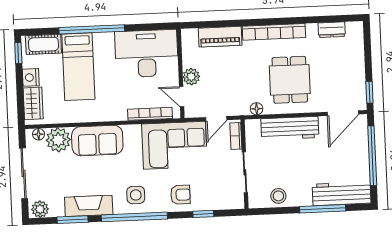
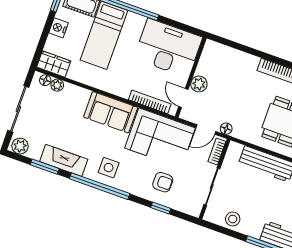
piano: (220, 37) -> (238, 59), removed
wardrobe: (33, 103) -> (54, 64), moved, turned -90
floor lamp: (257, 109) -> (226, 129), moved
plant: (58, 140) -> (57, 85), width x0.53, depth x0.53
sofa: (97, 141) -> (111, 112), moved
armchair: (180, 195) -> (163, 182), moved

